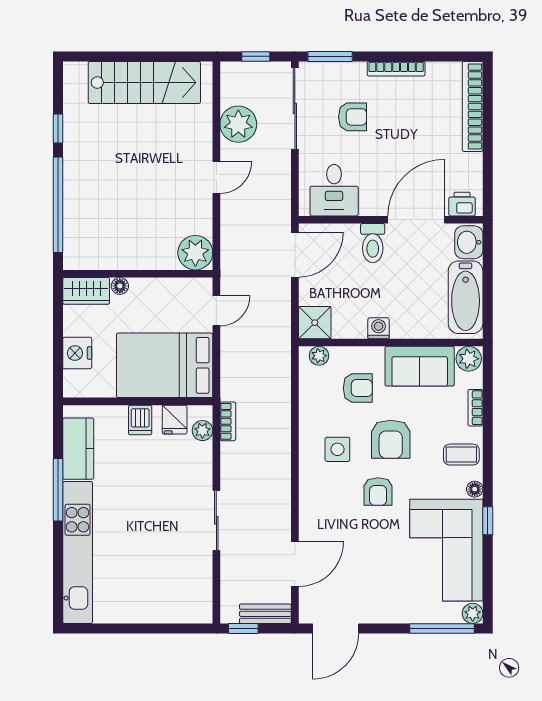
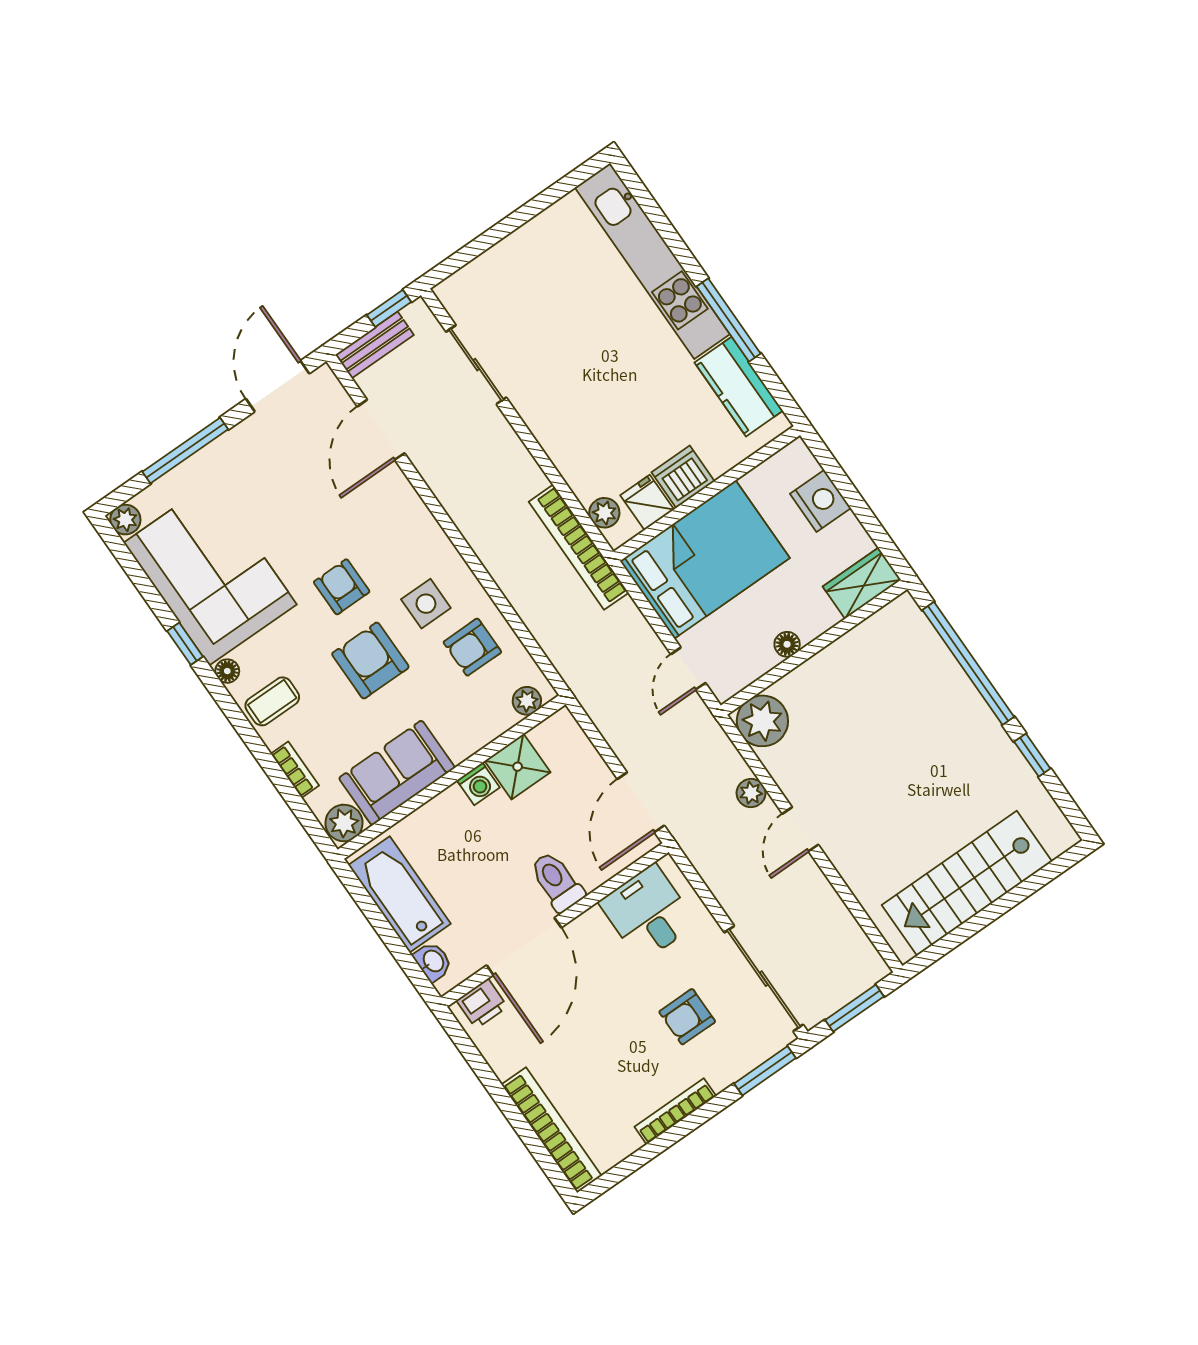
window: (256, 56) -> (855, 1008), width x1.50
plant: (238, 124) -> (751, 793), moved, width x0.53, depth x0.53
washbasin: (469, 242) -> (433, 961), width x0.72, depth x0.69
floor lamp: (120, 286) -> (787, 644), moved
shower: (315, 323) -> (518, 767), moved
armchair: (358, 388) -> (472, 647), moved
dishwasher: (140, 420) -> (683, 477), width x1.38
bookcase: (228, 421) -> (579, 547), width x2.31, depth x1.31
sliding door: (216, 520) -> (476, 365), moved
window: (442, 629) -> (185, 450), moved

